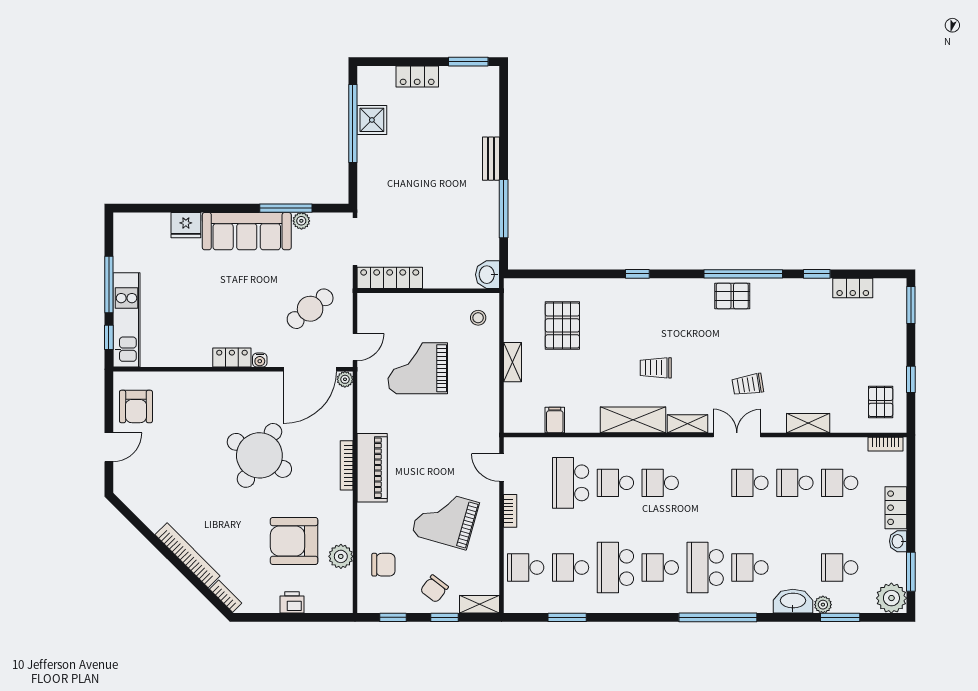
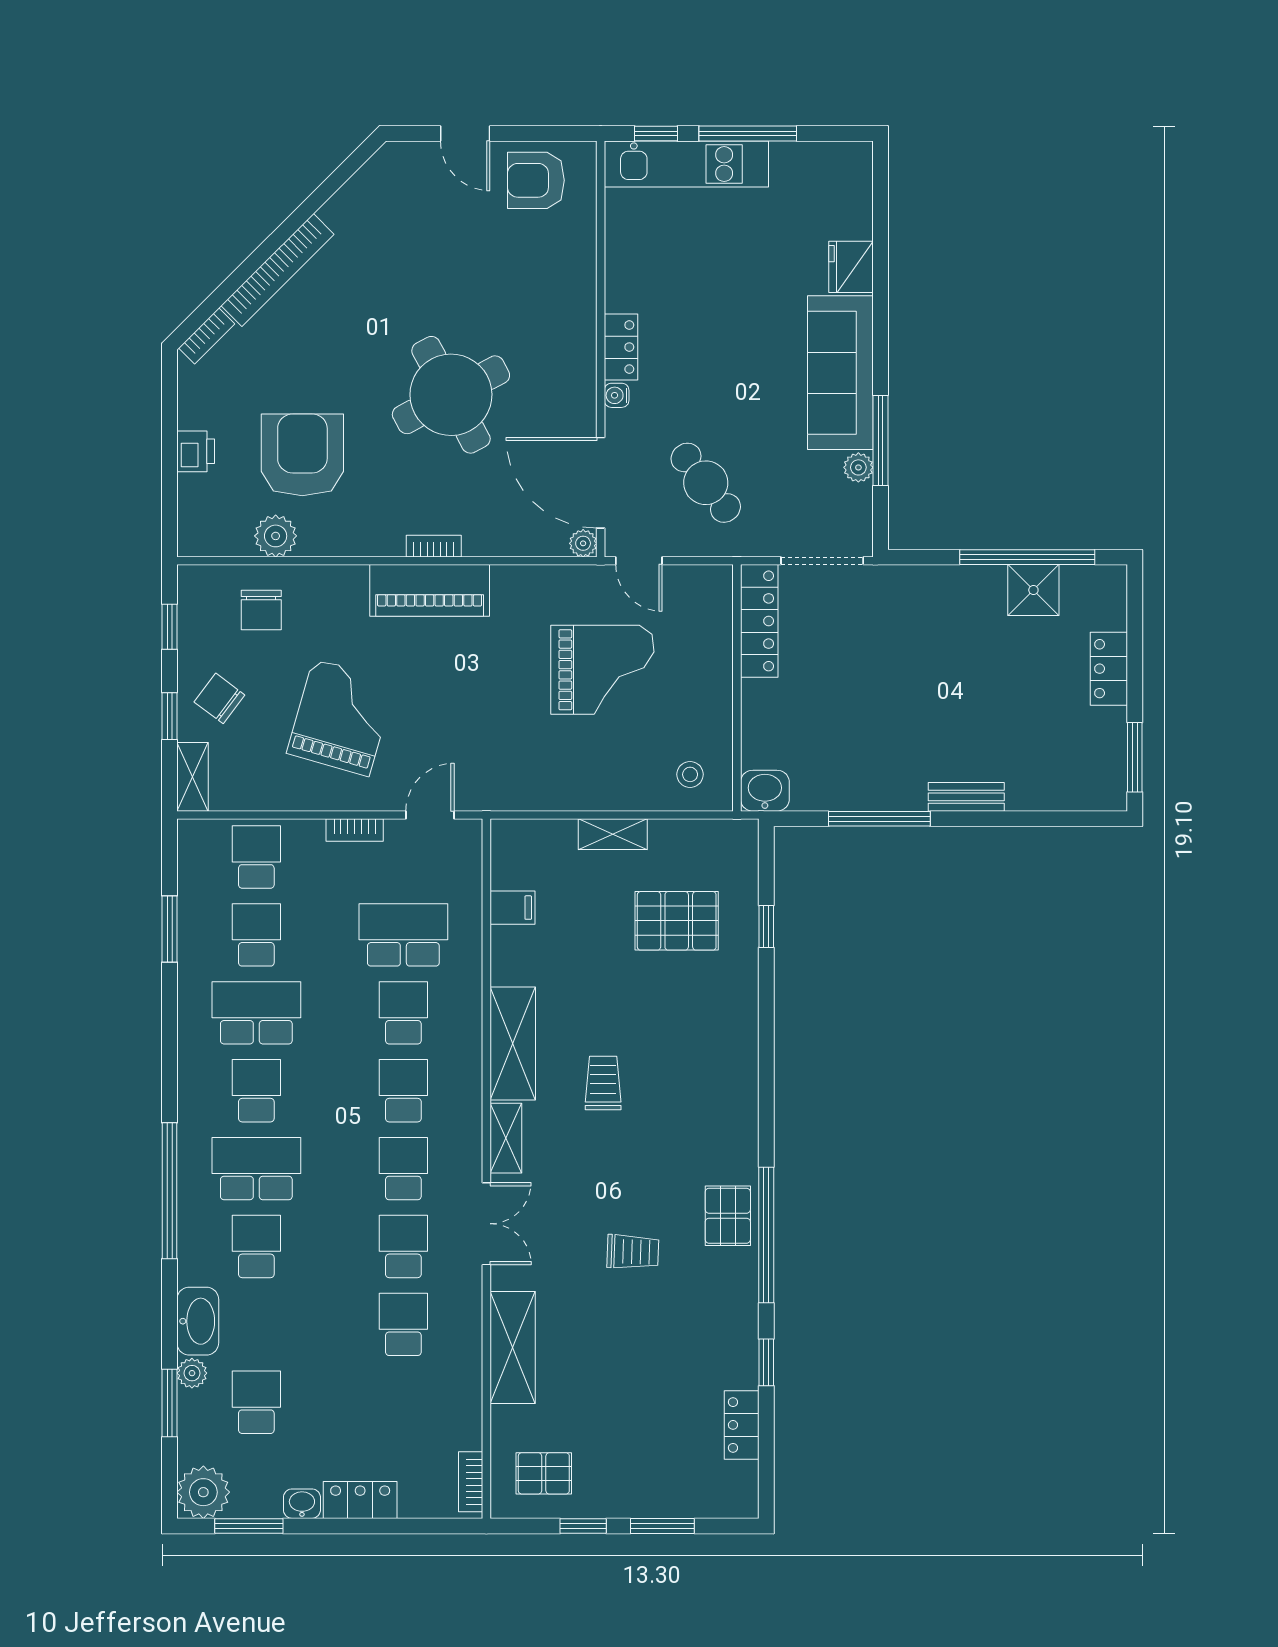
window: (637, 274) -> (766, 927), moved
window: (911, 305) -> (662, 1526), moved
grand piano: (418, 368) -> (602, 670), turned 90
trolley: (748, 385) -> (633, 1252), moved, turned 101
shelving: (808, 423) -> (513, 1348), width x1.50, depth x1.33
round table: (259, 455) -> (451, 395), turned 32
bookcase: (347, 465) -> (434, 546), width x0.64
school desk: (840, 483) -> (403, 1169), moved

